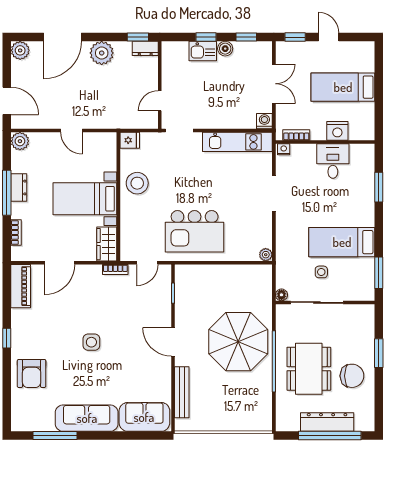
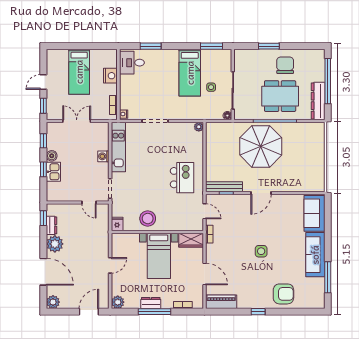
dresser: (145, 48) -> (52, 225), moved
washing machine: (264, 121) -> (103, 156), moved
desk: (333, 161) -> (132, 63), moved
kitchen island: (195, 231) -> (182, 178), width x0.73, depth x0.78
bench: (182, 392) -> (224, 187), moved
dresser: (327, 422) -> (318, 101), moved

